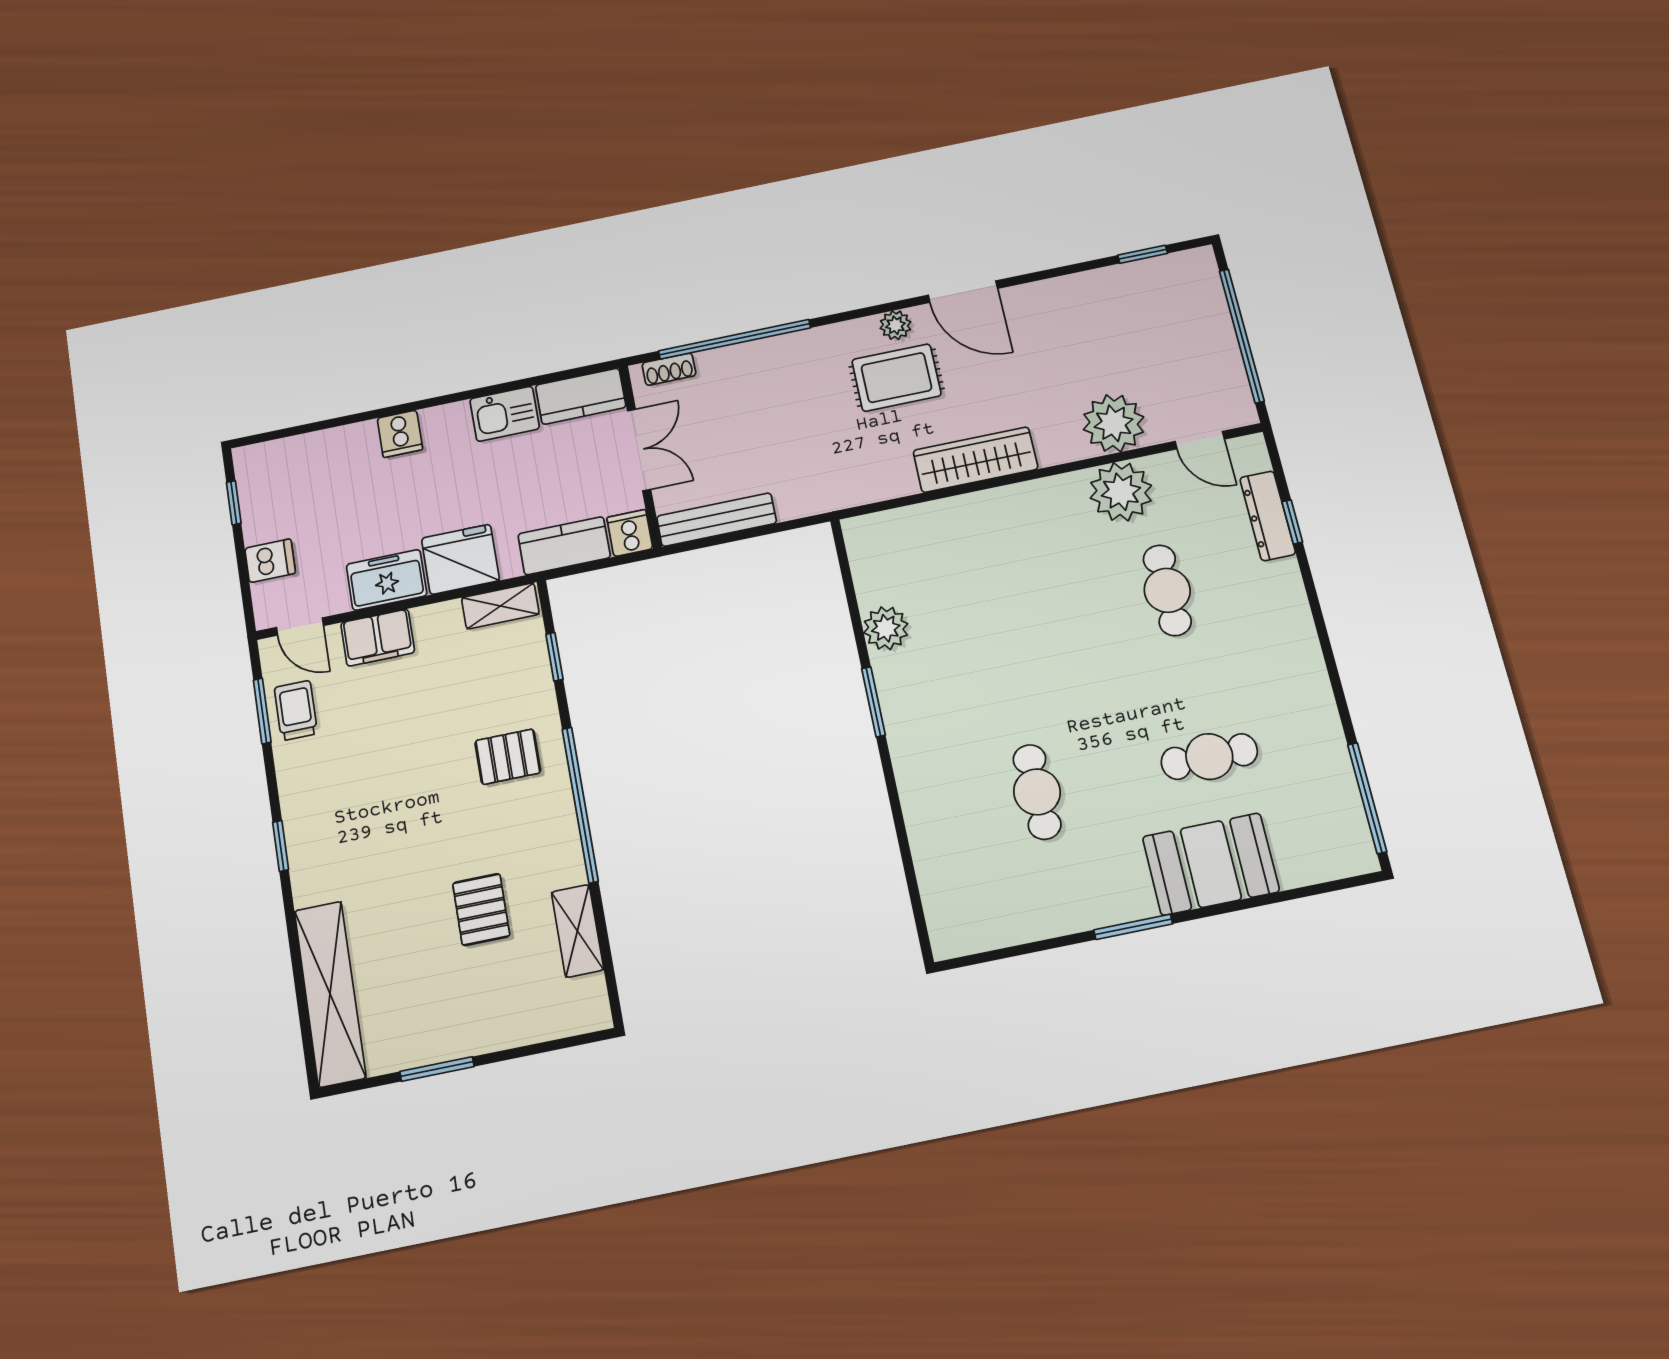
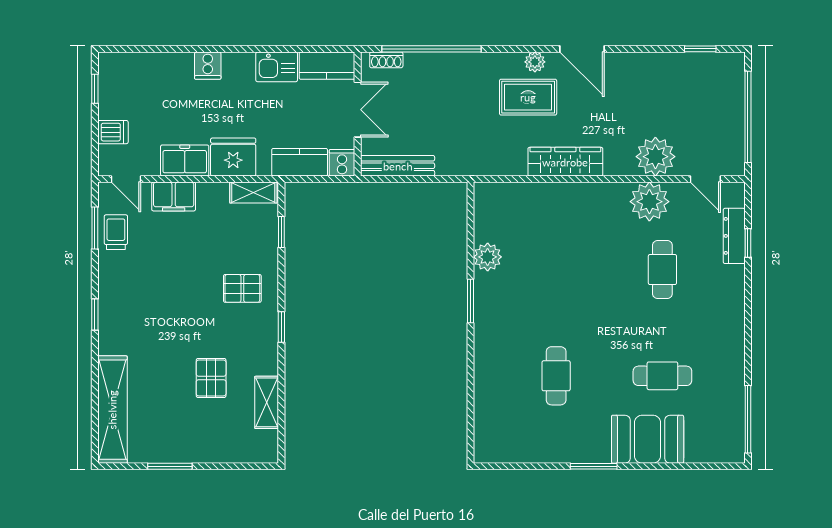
window: (580, 805) -> (281, 327), width x0.32

